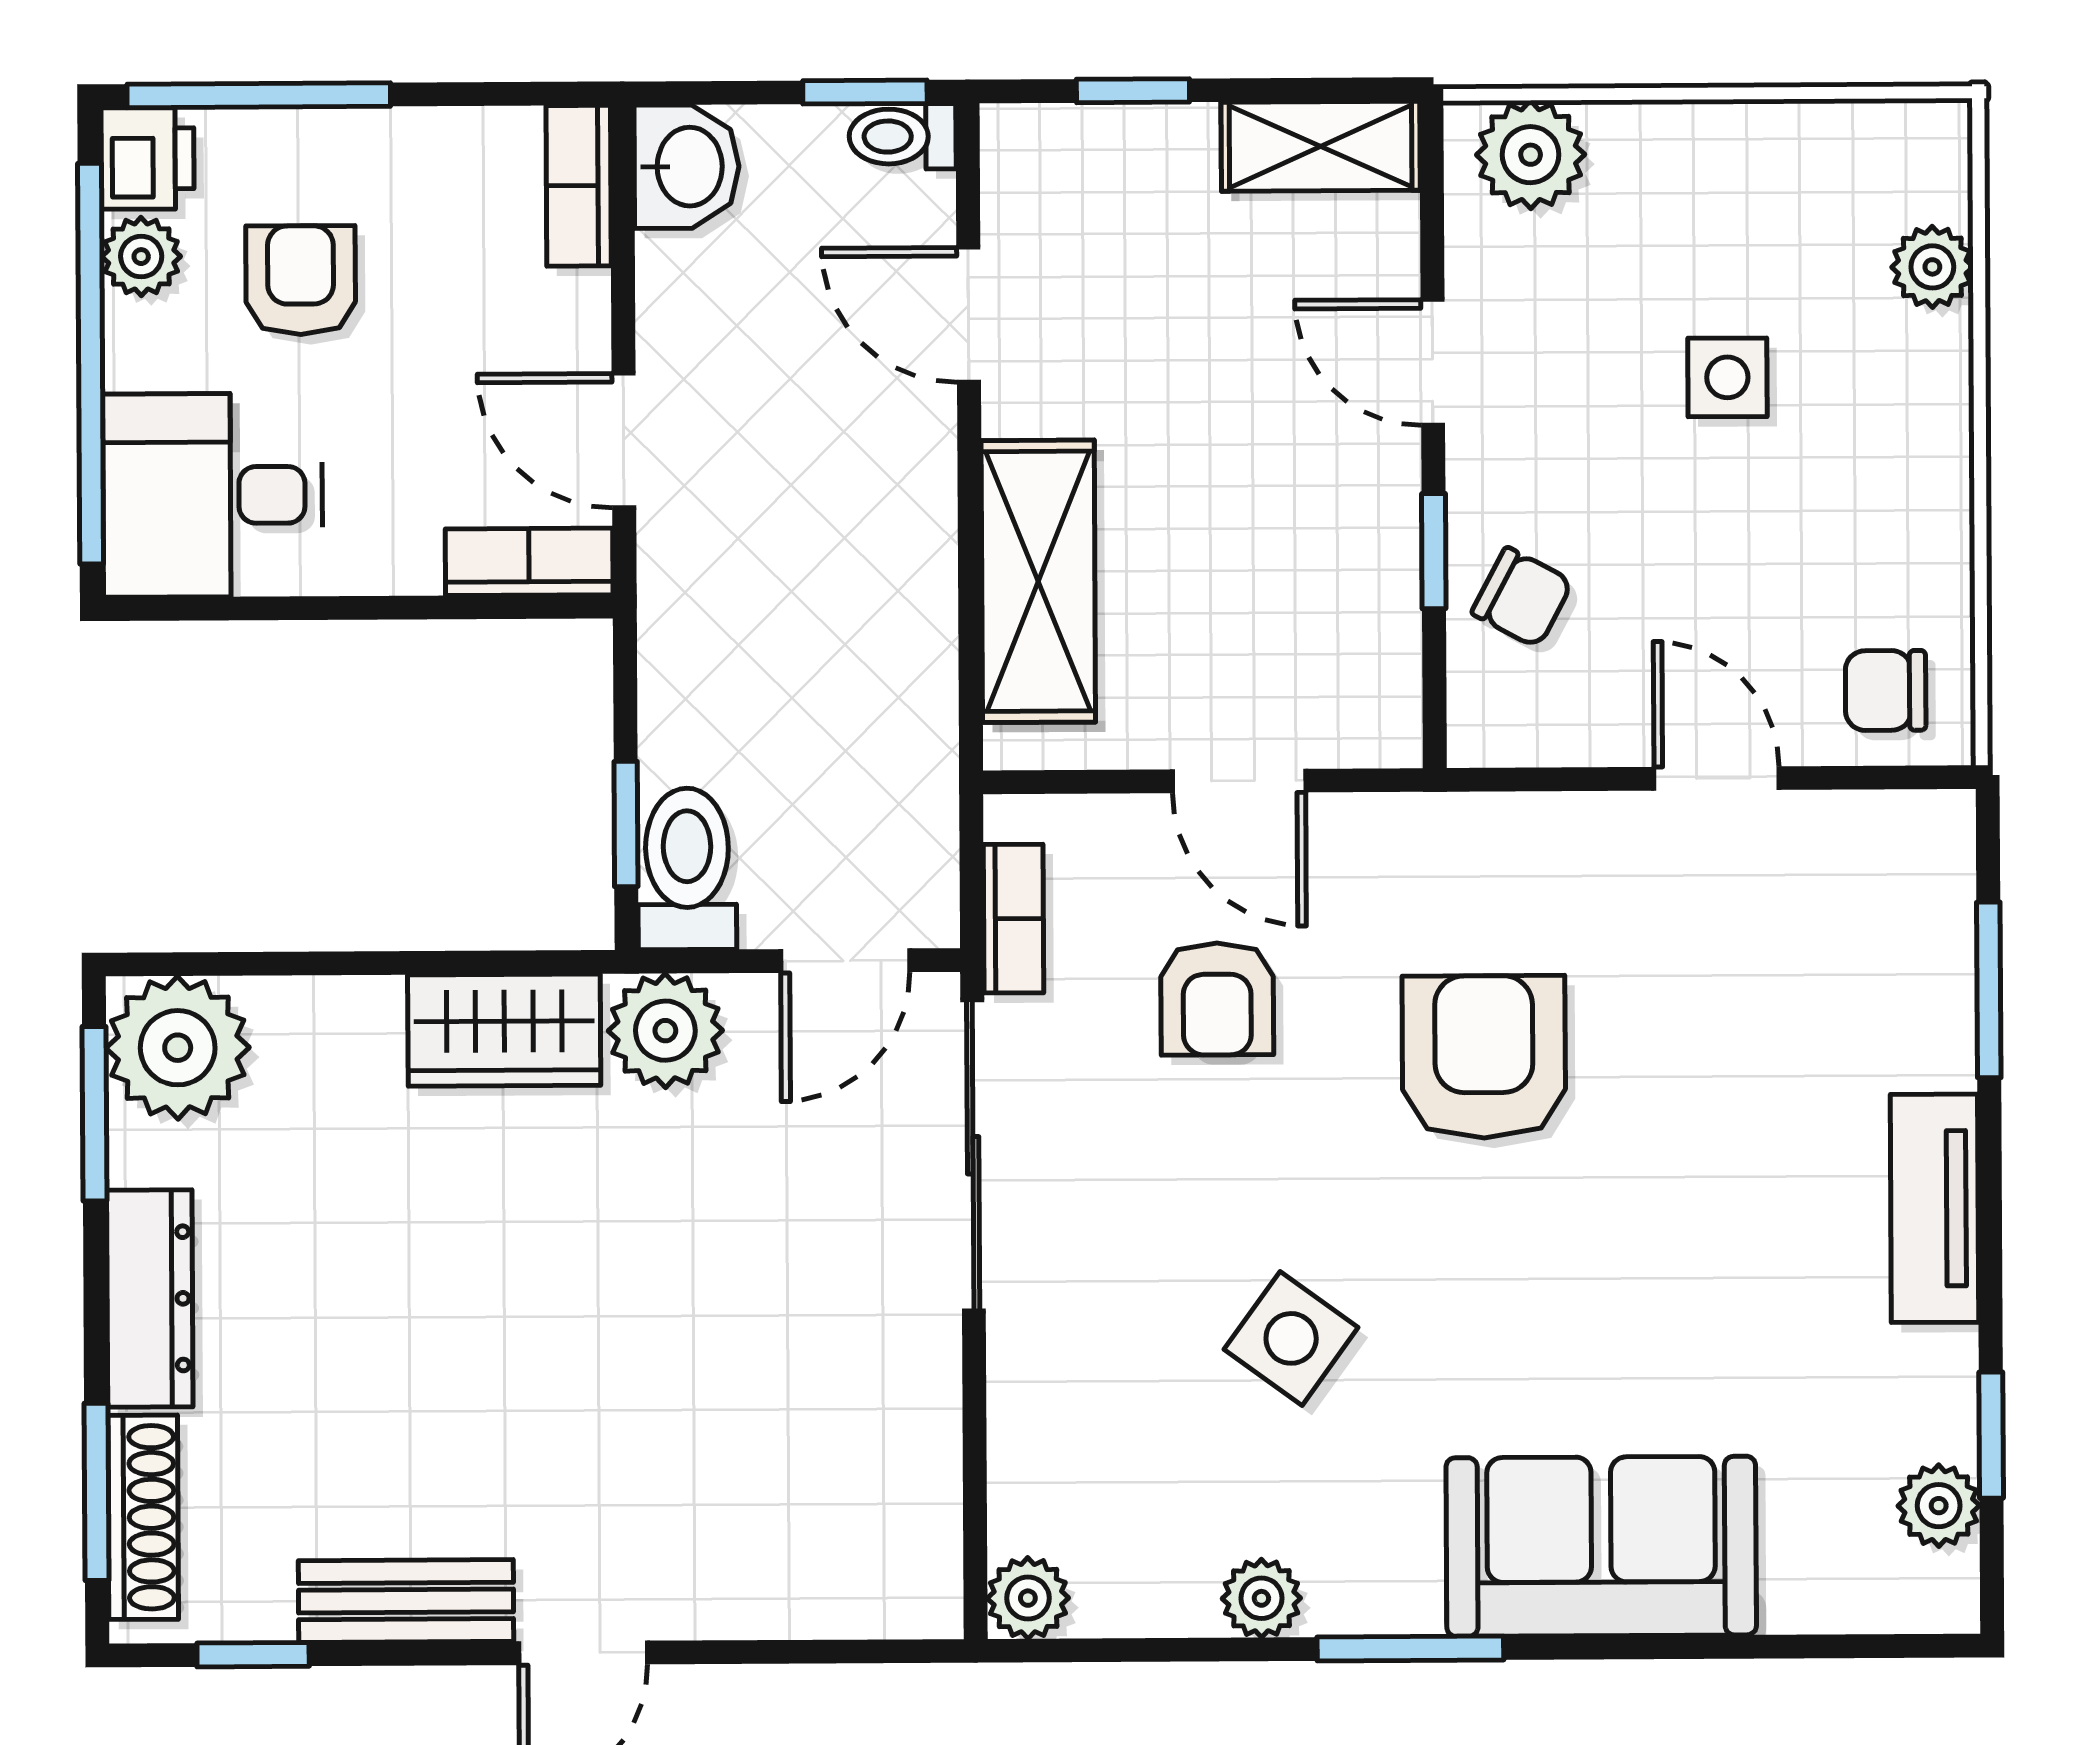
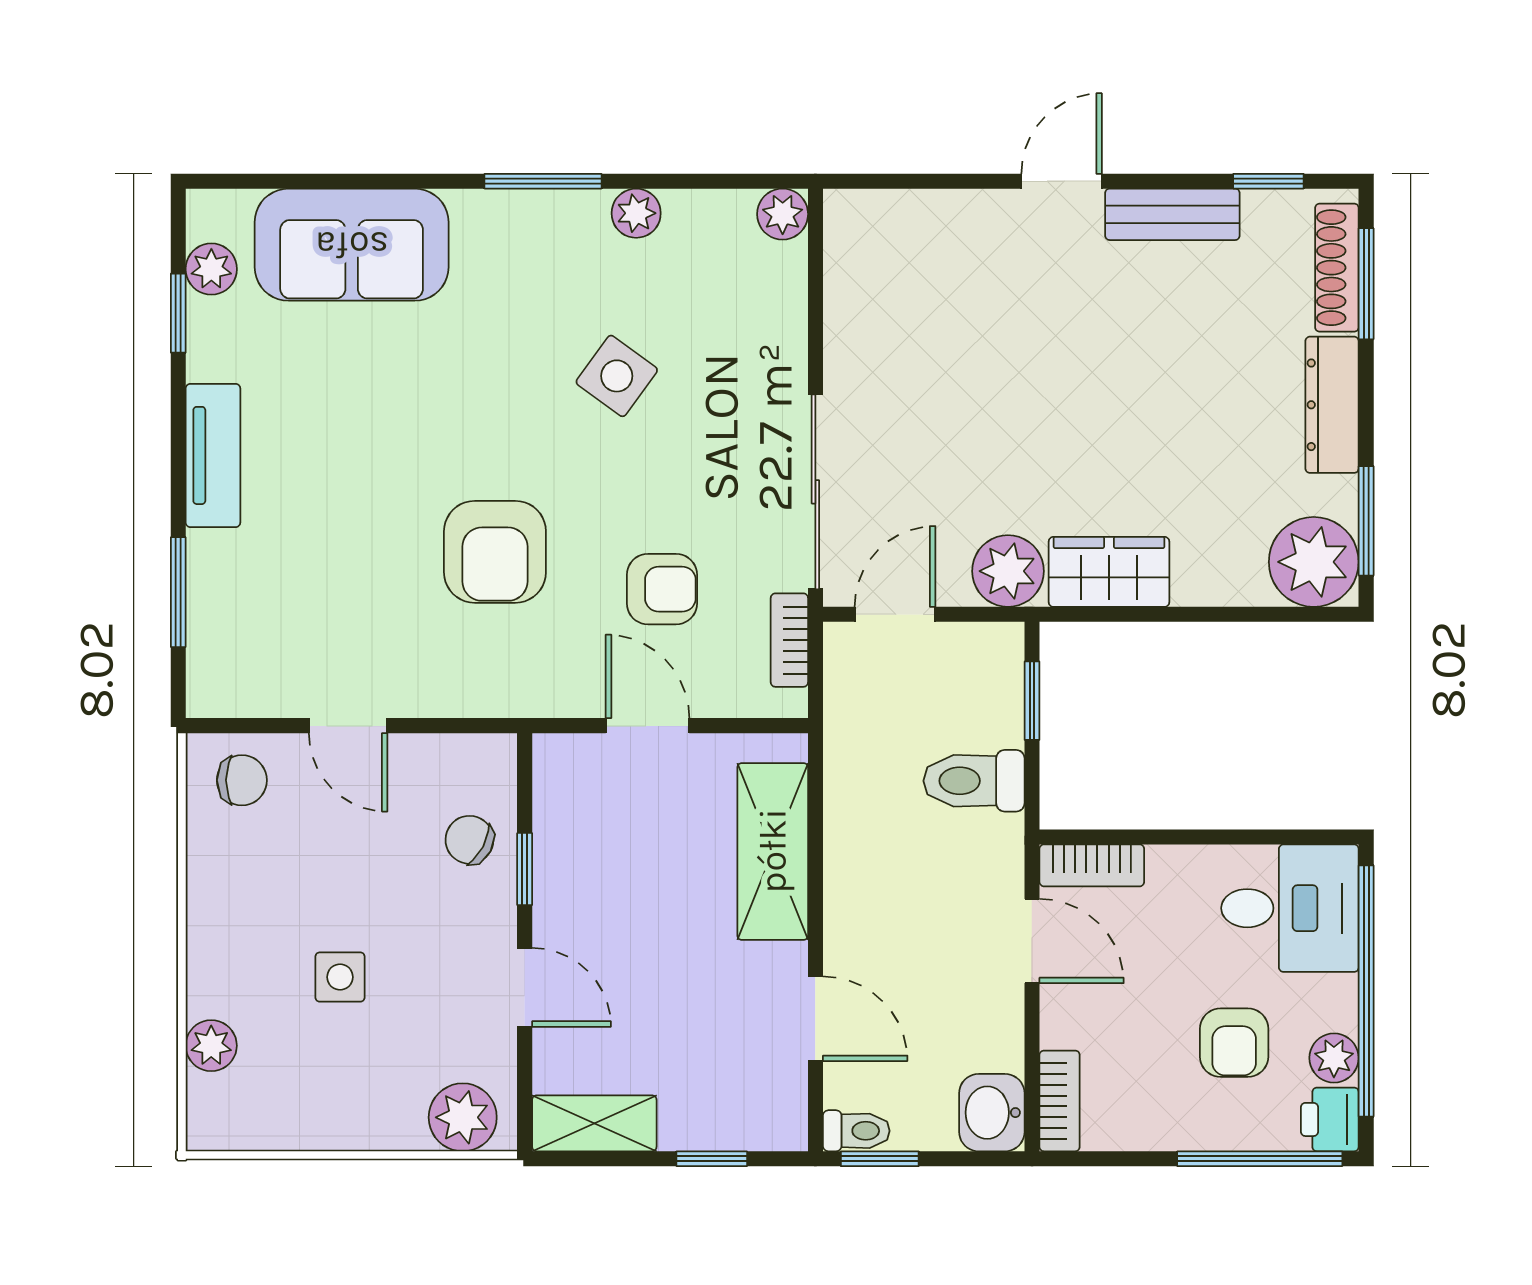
toilet: (687, 869) -> (974, 781), moved, turned 90
armchair: (1217, 999) -> (662, 589), turned 90
sofa: (1601, 1546) -> (352, 245), moved

